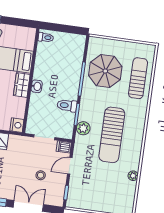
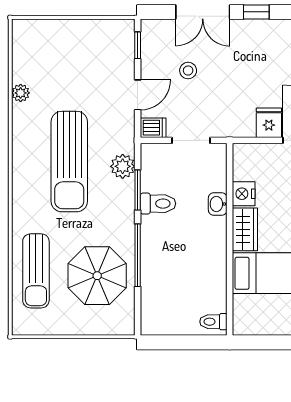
washbasin: (37, 86) -> (218, 204), moved
nightstand: (17, 125) -> (244, 194), moved
sun lounger: (112, 135) -> (69, 162), turned 180

